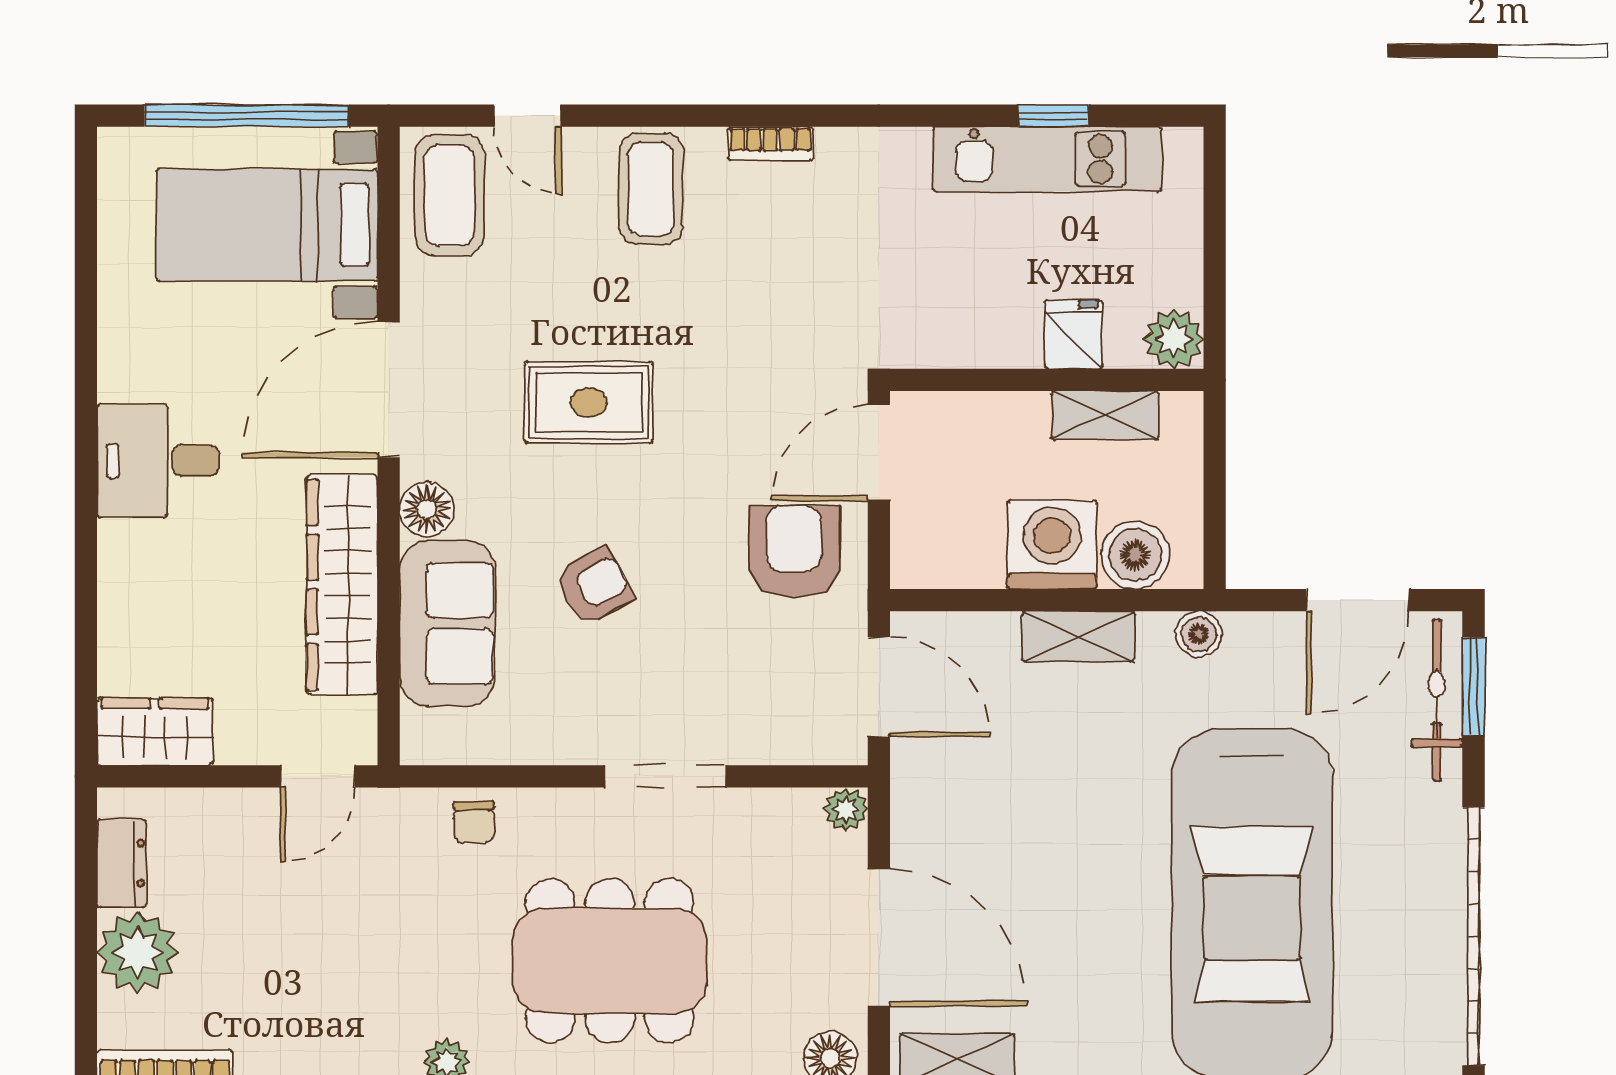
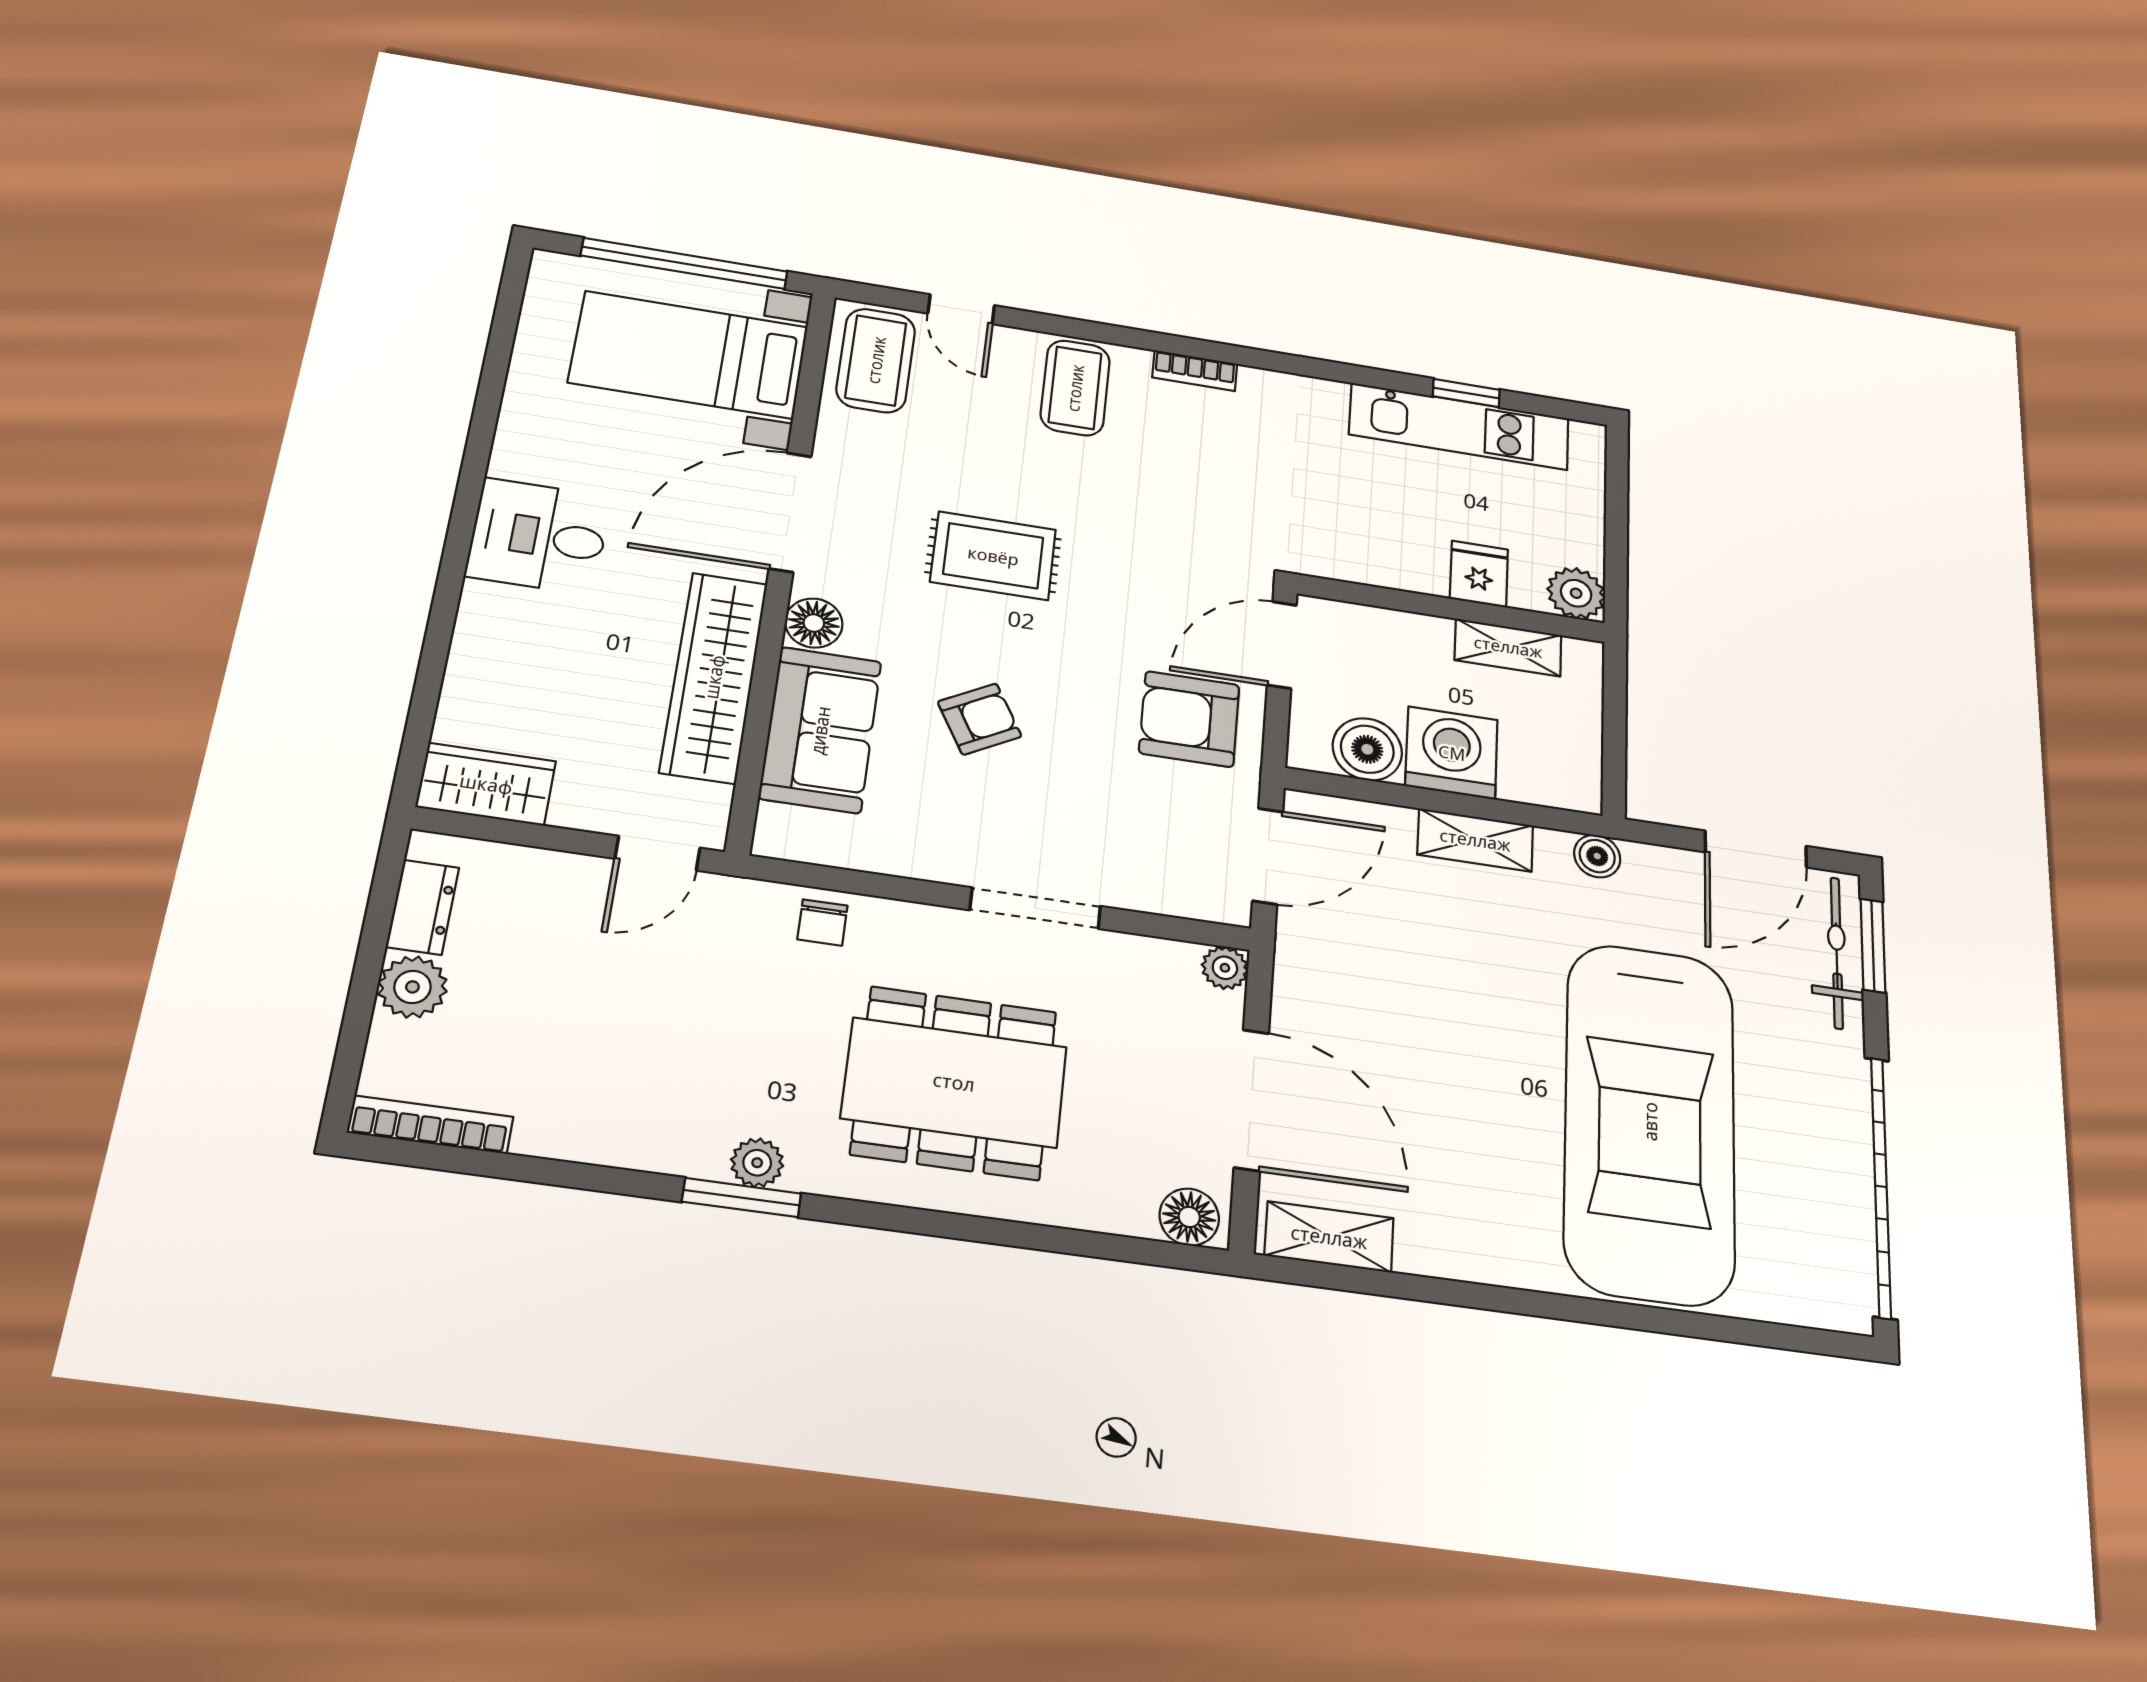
armchair: (794, 552) -> (1189, 719), turned -90
boiler: (1135, 555) -> (1367, 749), moved
door: (879, 687) -> (1268, 856), hinge flipped
plant: (138, 952) -> (412, 987), width x0.73, depth x0.73

